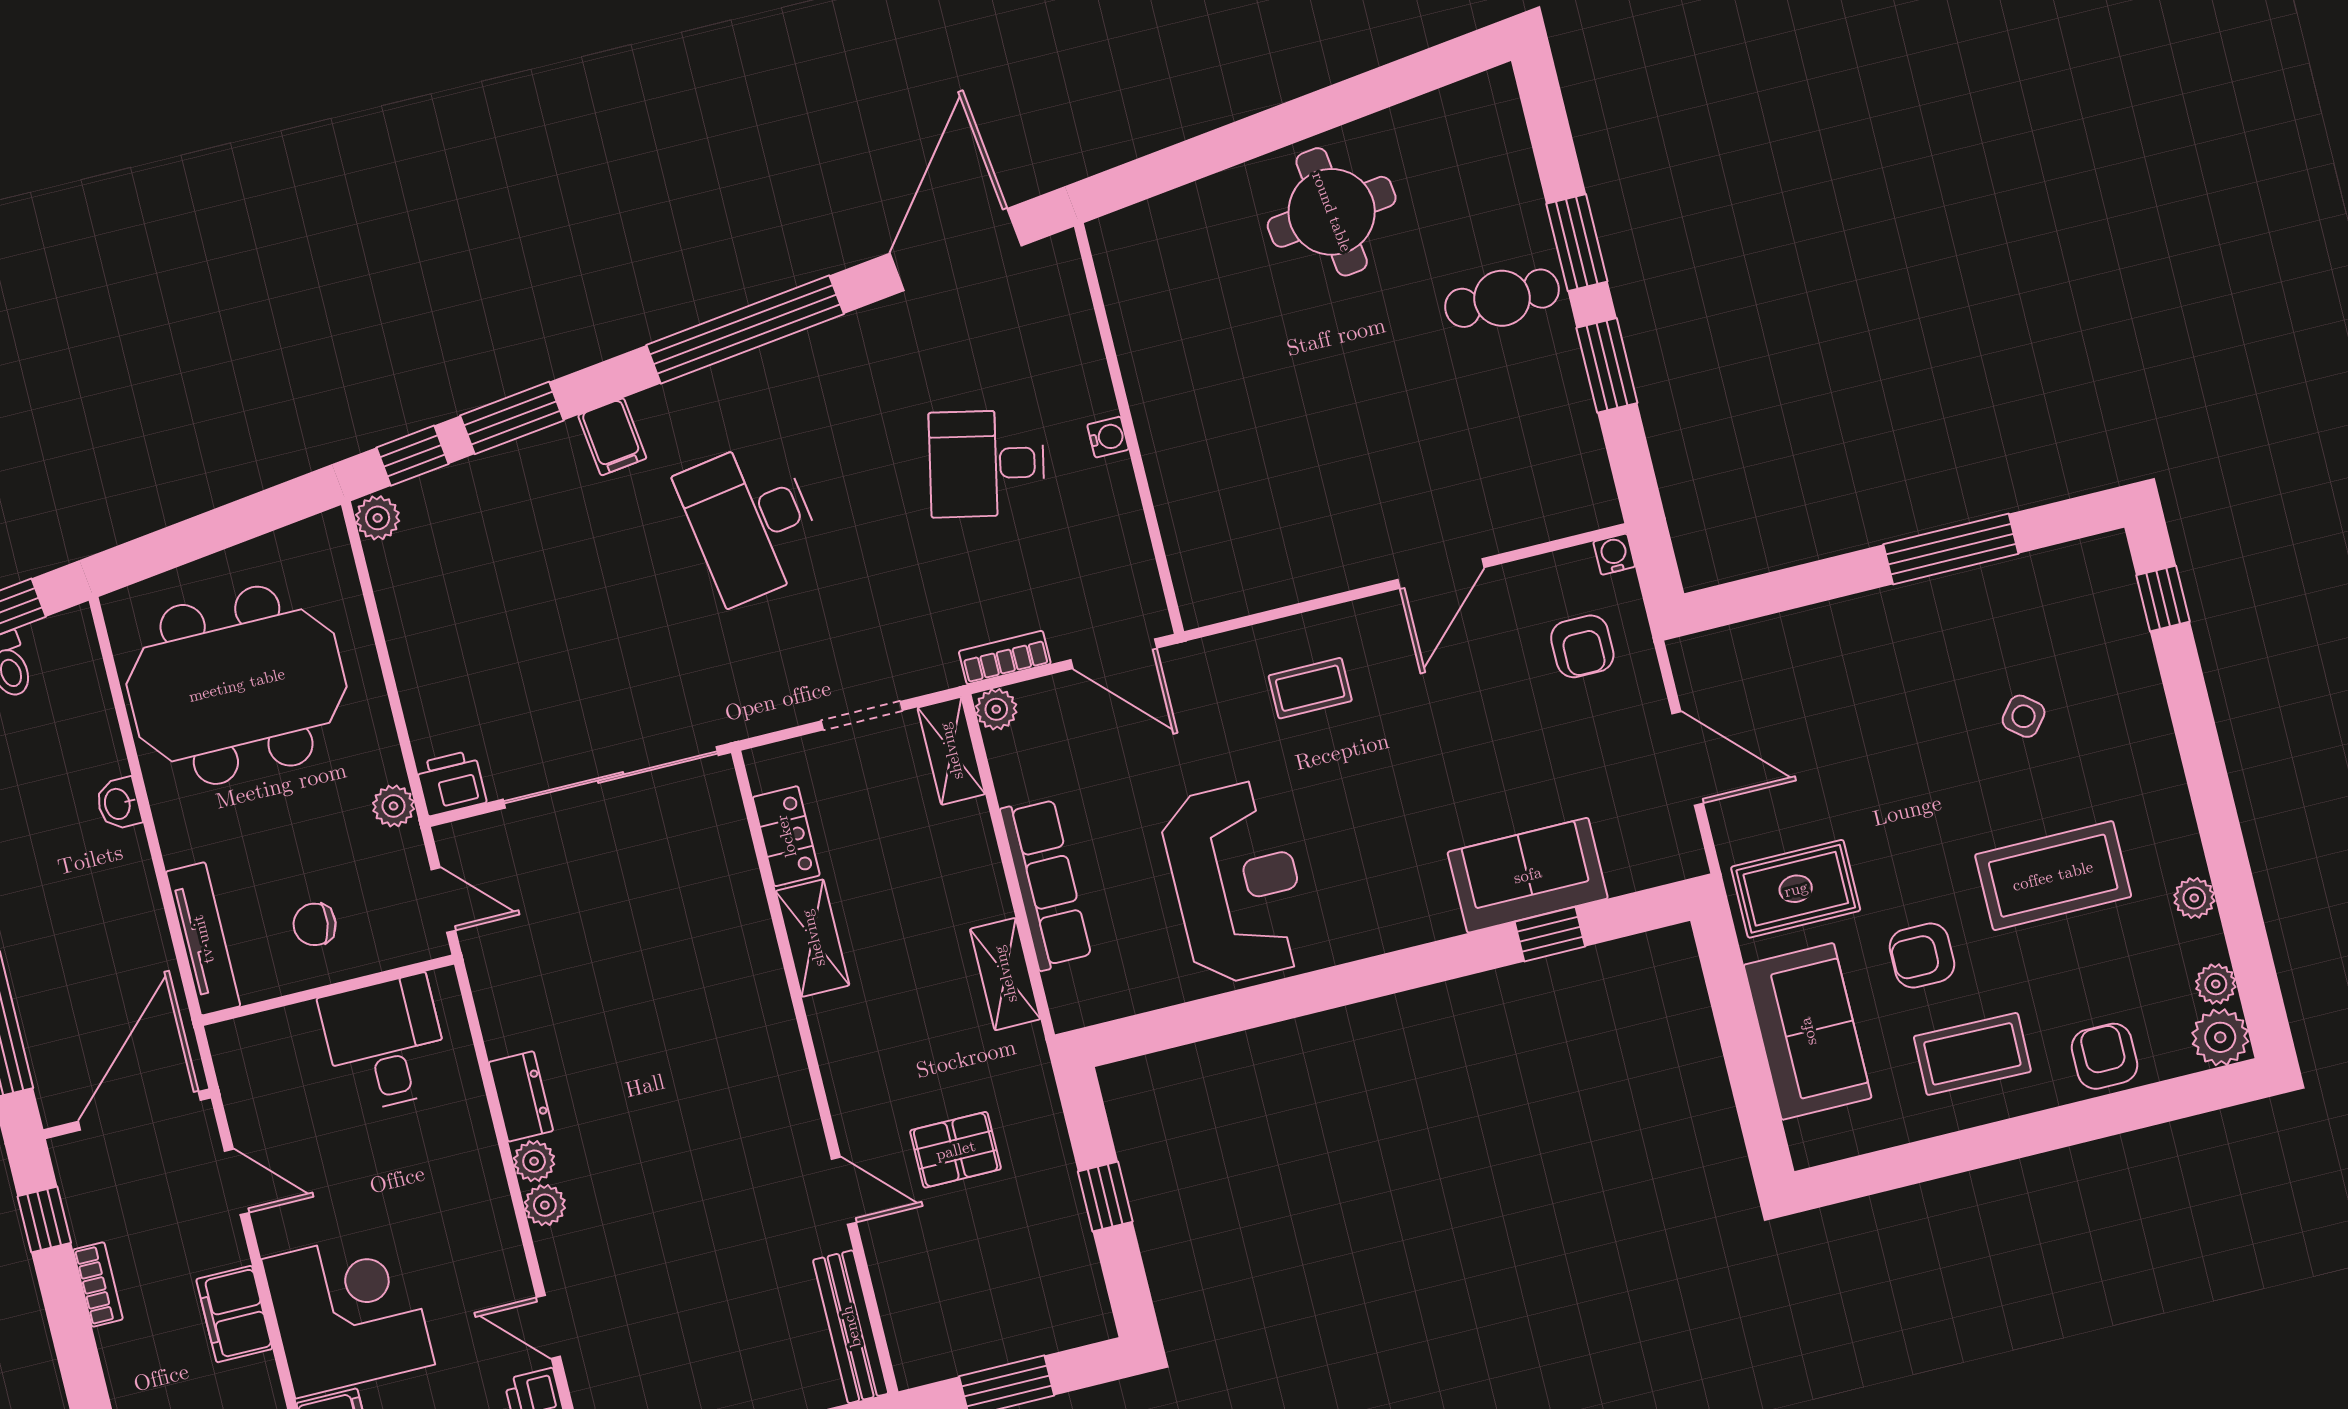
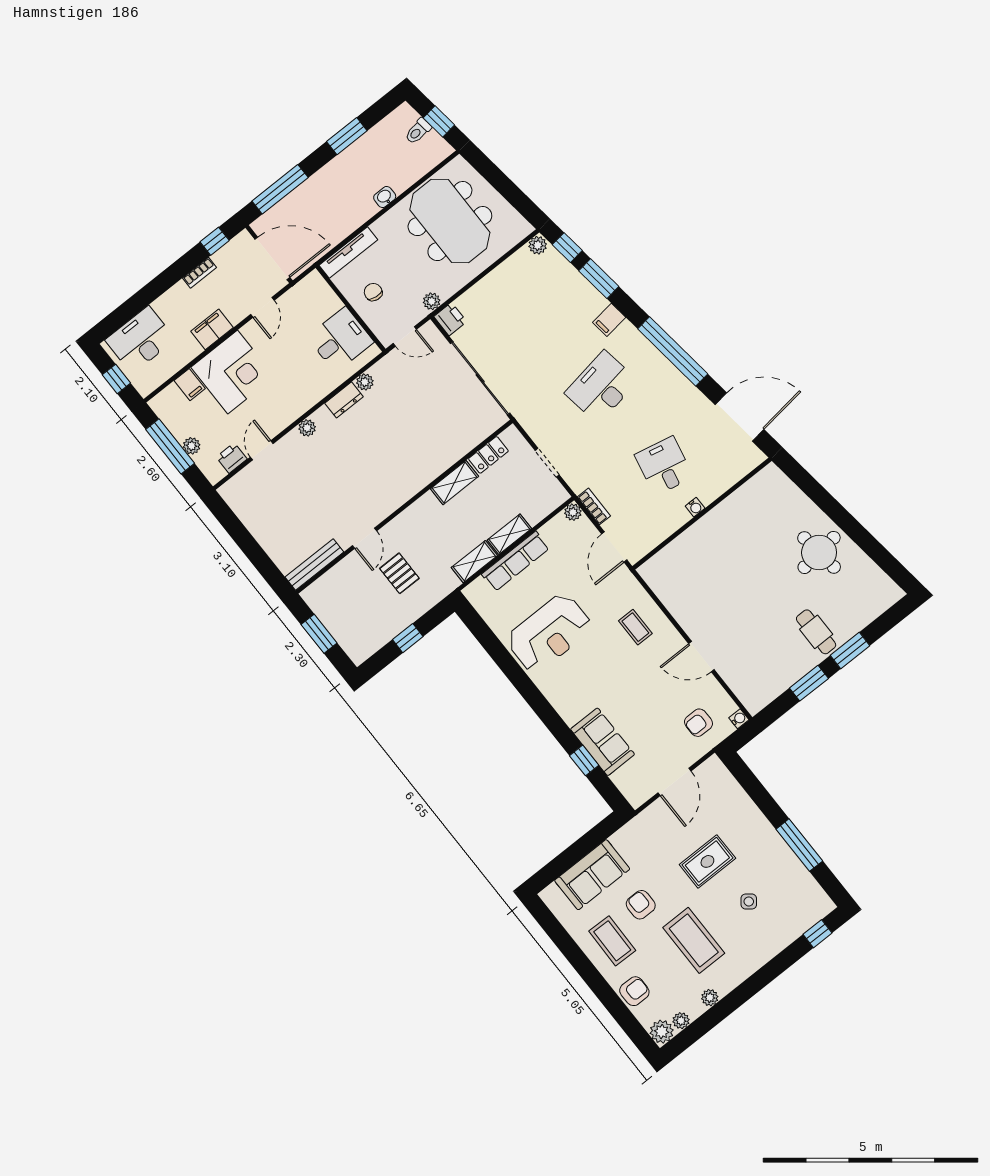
shelving: (951, 751) -> (509, 534), moved
rug: (1796, 889) -> (707, 861), moved, turned 90
door: (443, 900) -> (405, 336), hinge flipped
plant: (534, 1161) -> (365, 382), moved

